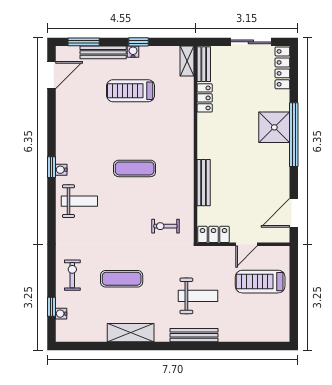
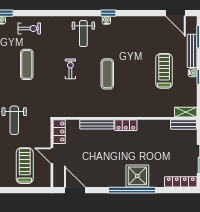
locker: (205, 98) -> (126, 125), moved
exercise bike: (165, 226) -> (70, 69), moved

